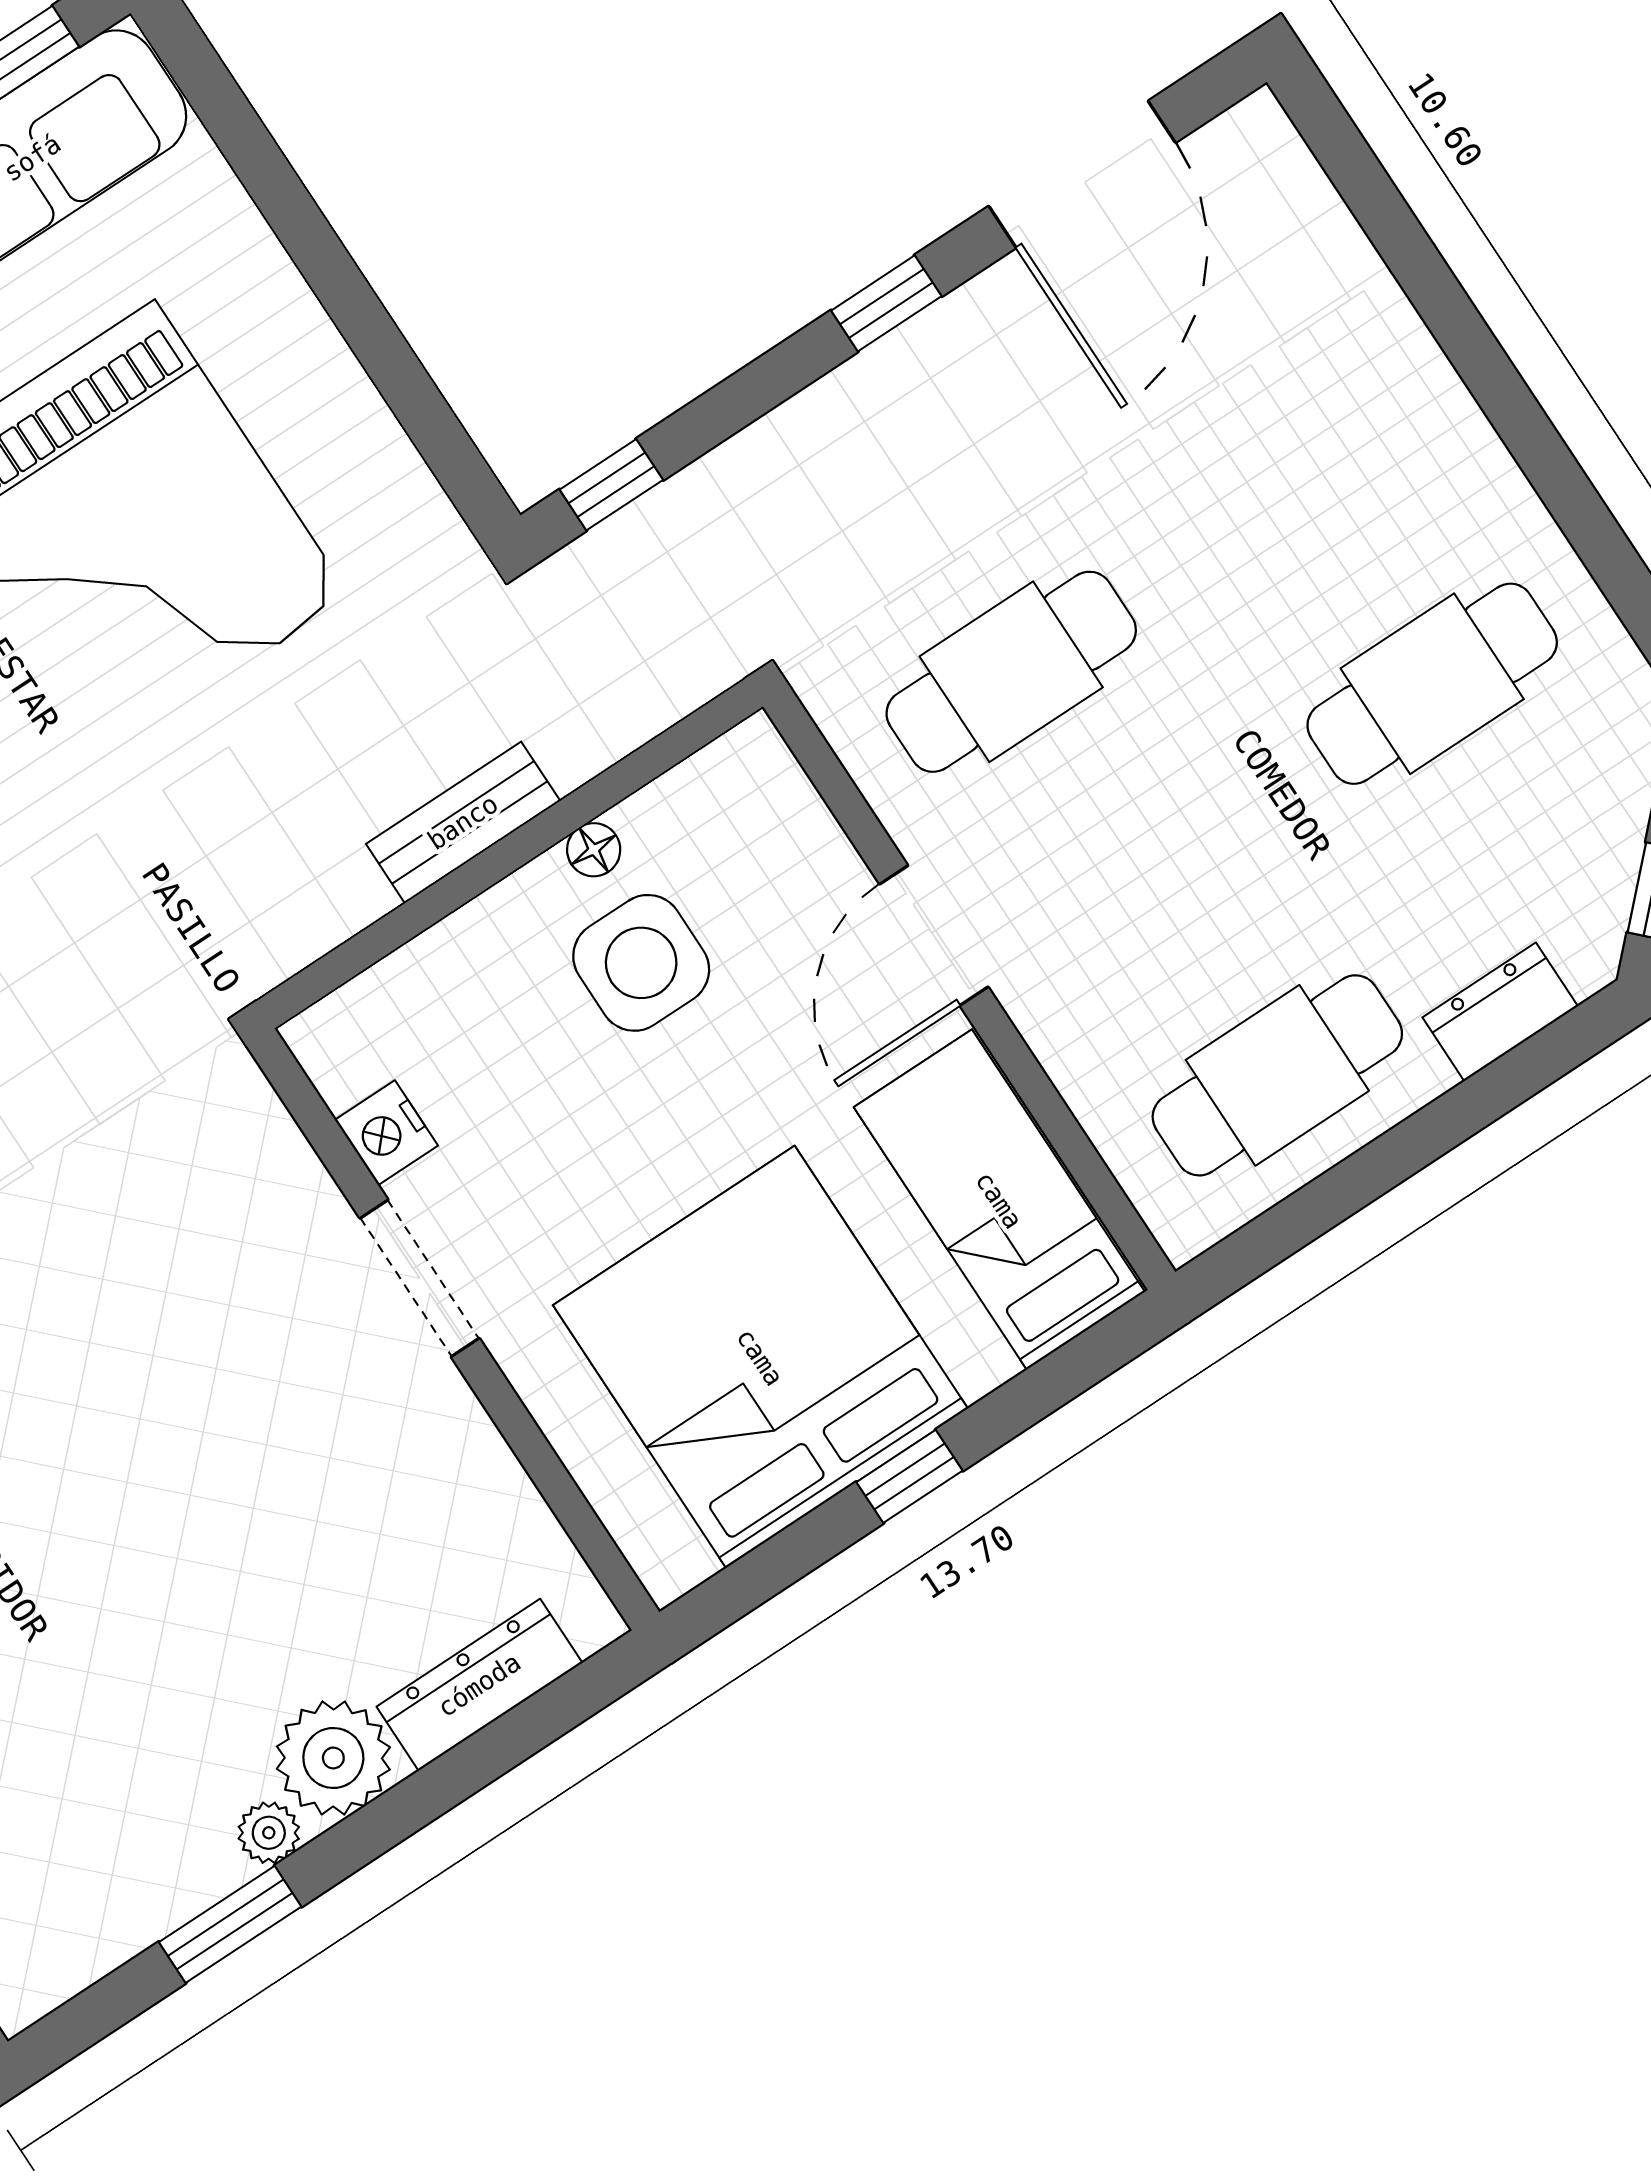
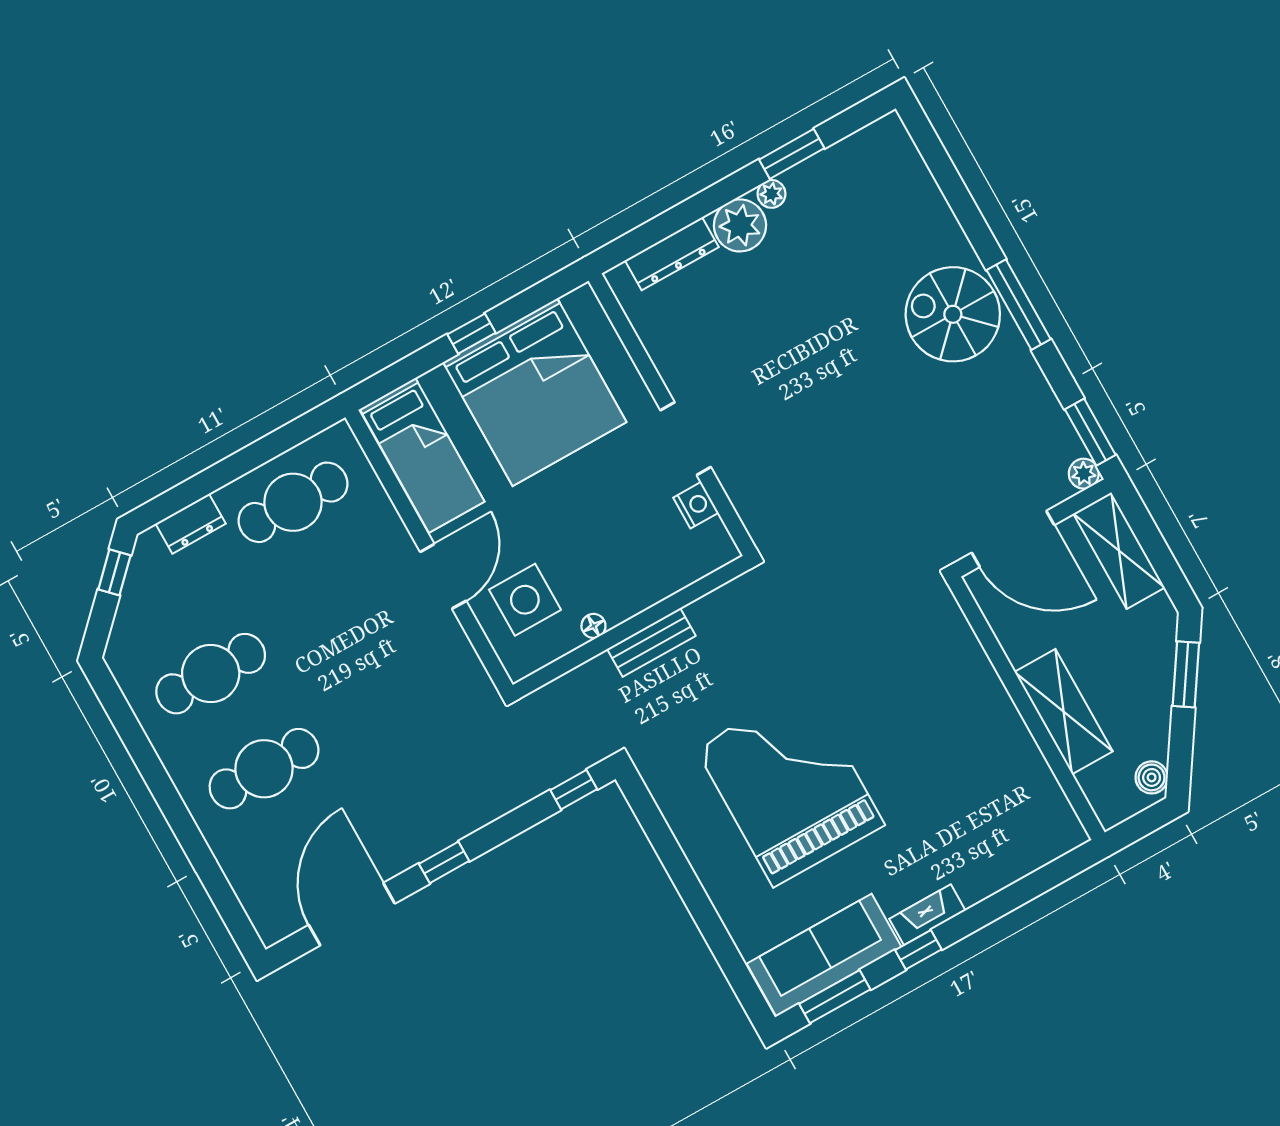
cafe table: (1011, 672) -> (264, 769), moved
side table: (641, 963) -> (525, 600), moved

